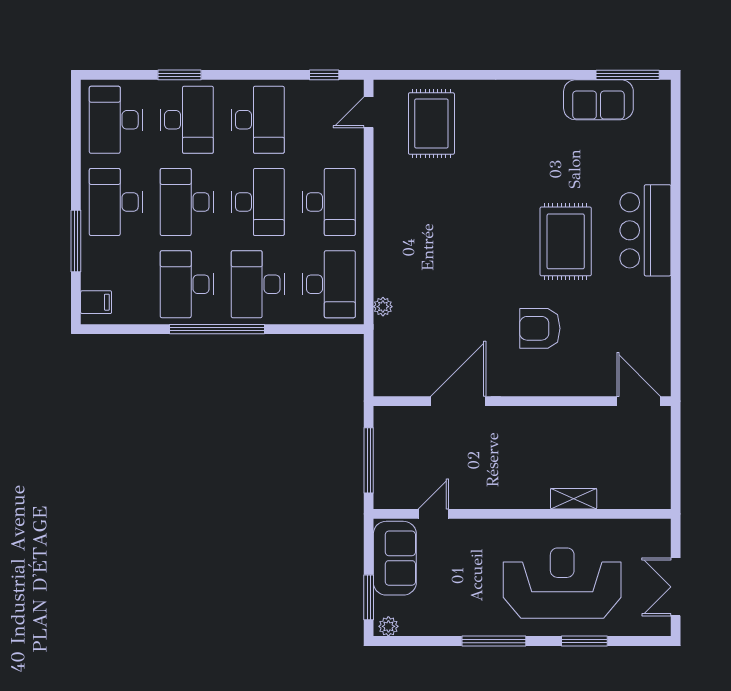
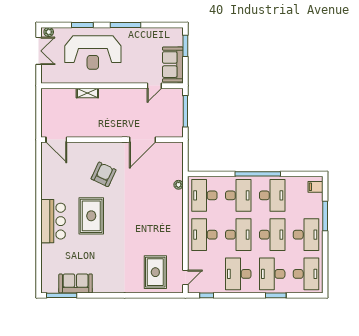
desk: (258, 202) -> (238, 235), turned 180
armchair: (540, 328) -> (104, 174), turned -65
plant: (388, 626) -> (49, 32), moved

